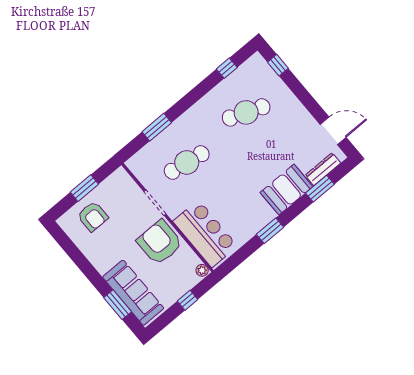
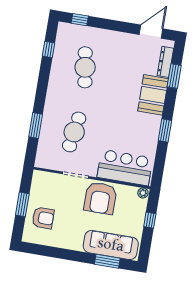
cafe table: (246, 112) -> (85, 67), turned -30
armchair: (160, 242) -> (100, 198), turned -90

